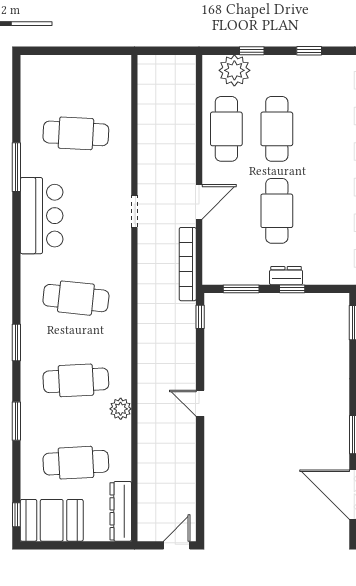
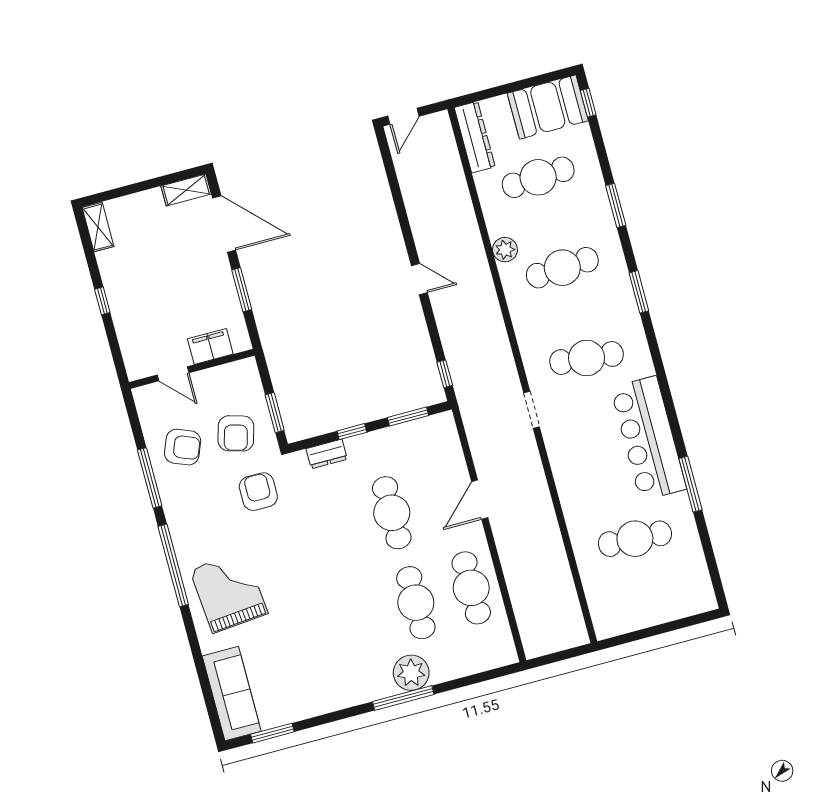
window: (252, 51) -> (466, 681), removed
window: (309, 51) -> (403, 698), width x2.17
plant: (234, 70) -> (411, 673), moved
doorway: (134, 211) -> (532, 410), moved
bar counter: (42, 216) -> (648, 438), width x1.36
bookcase: (188, 264) -> (474, 428), removed
dresser: (286, 276) -> (327, 454), moved

